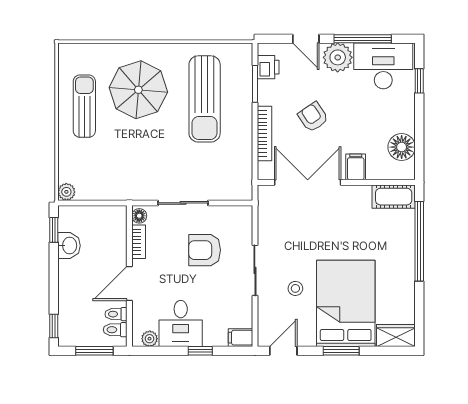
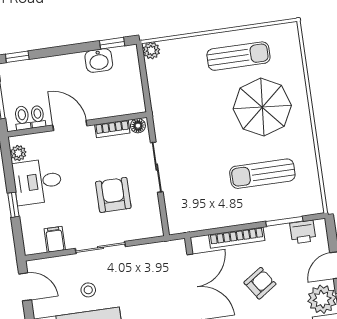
sun lounger: (205, 99) -> (262, 174), width x0.73, depth x0.75
filing cabinet: (240, 338) -> (55, 239), moved

